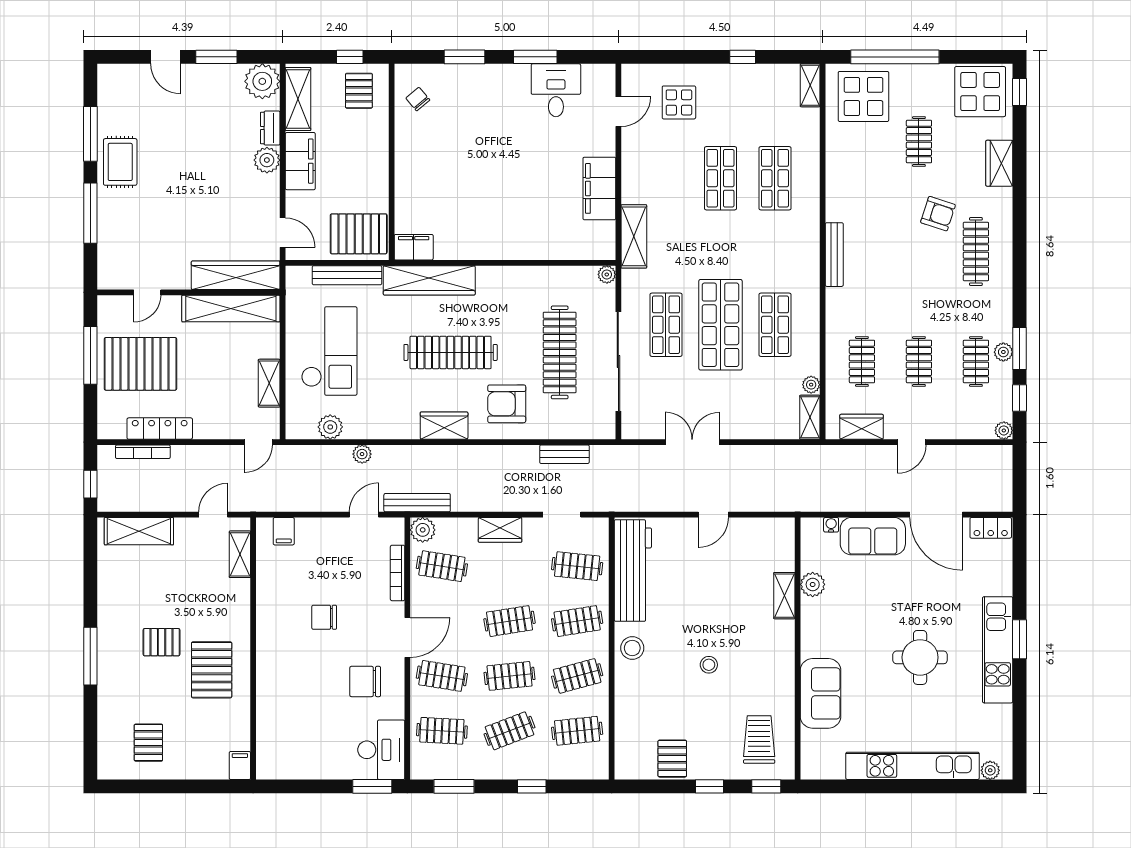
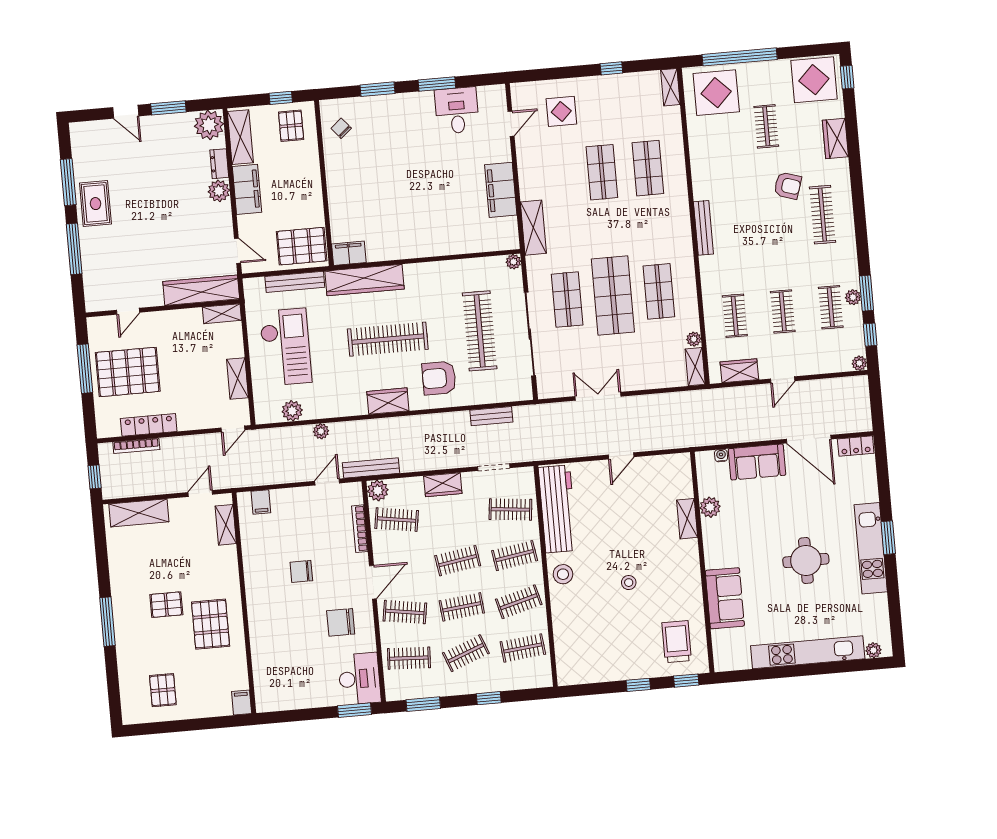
shelving: (231, 308) -> (222, 314), width x0.45, depth x0.75
pallet: (672, 759) -> (605, 664), removed

